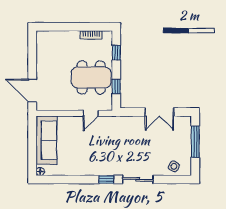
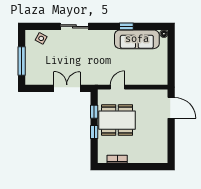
window: (116, 53) -> (94, 132), moved
double door: (159, 112) -> (67, 88), moved
sofa: (46, 140) -> (137, 39), moved, turned -90
window: (106, 179) -> (126, 26), moved

